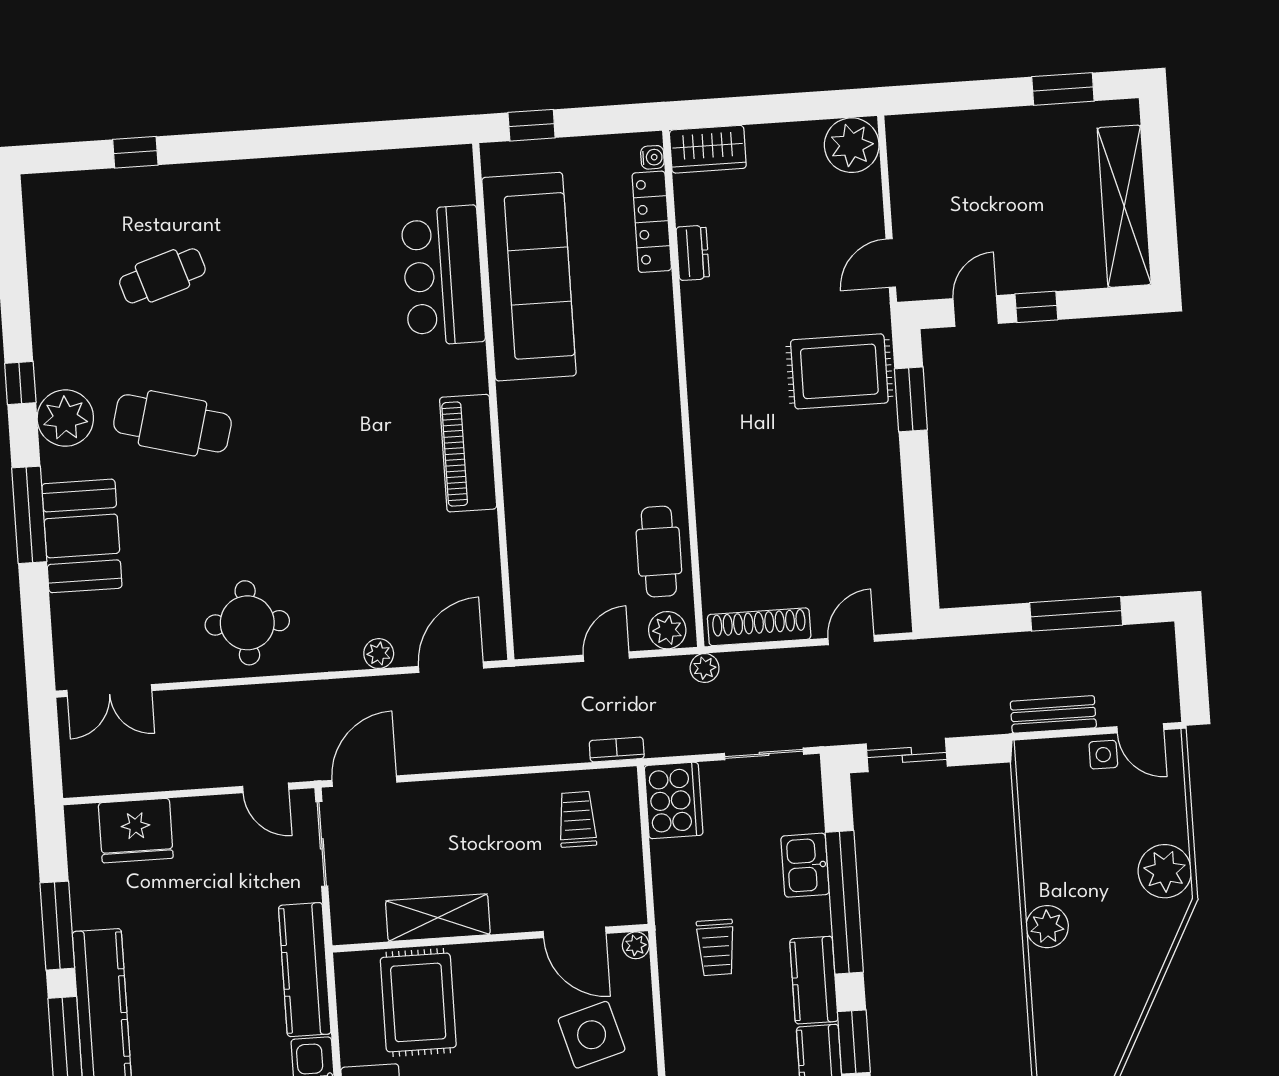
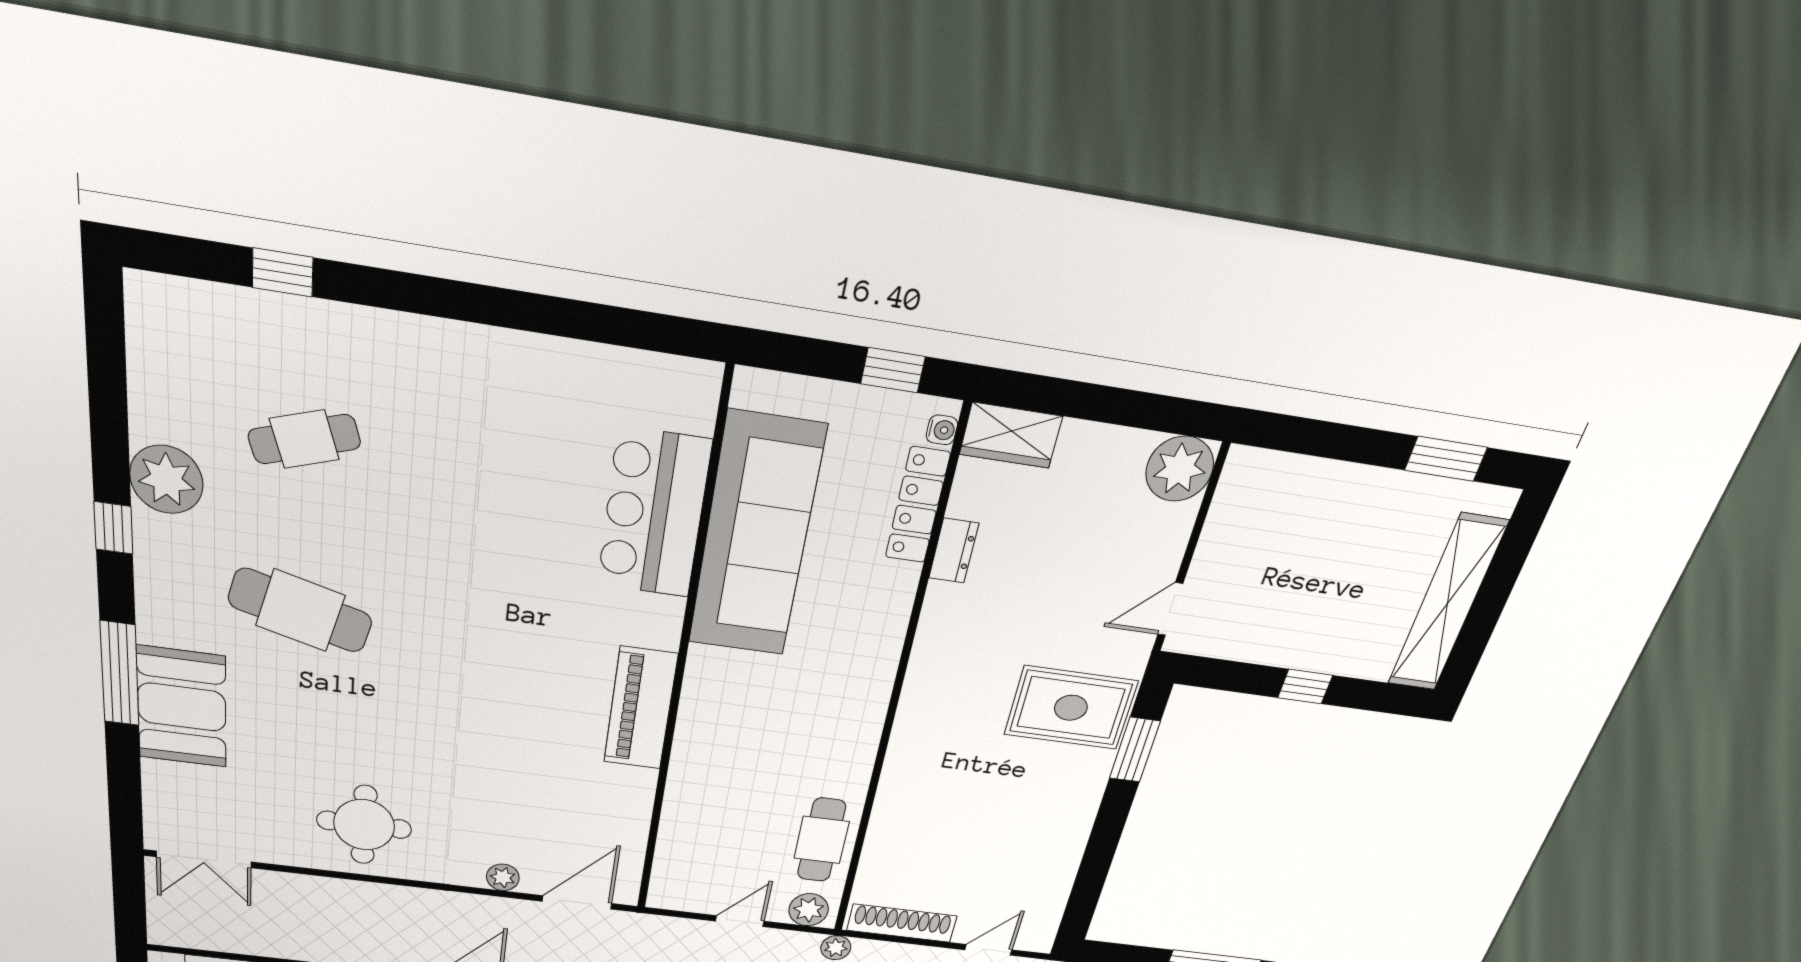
window: (532, 125) -> (893, 370), moved
door: (976, 311) -> (1240, 677), removed
plant: (65, 418) -> (166, 479), moved

